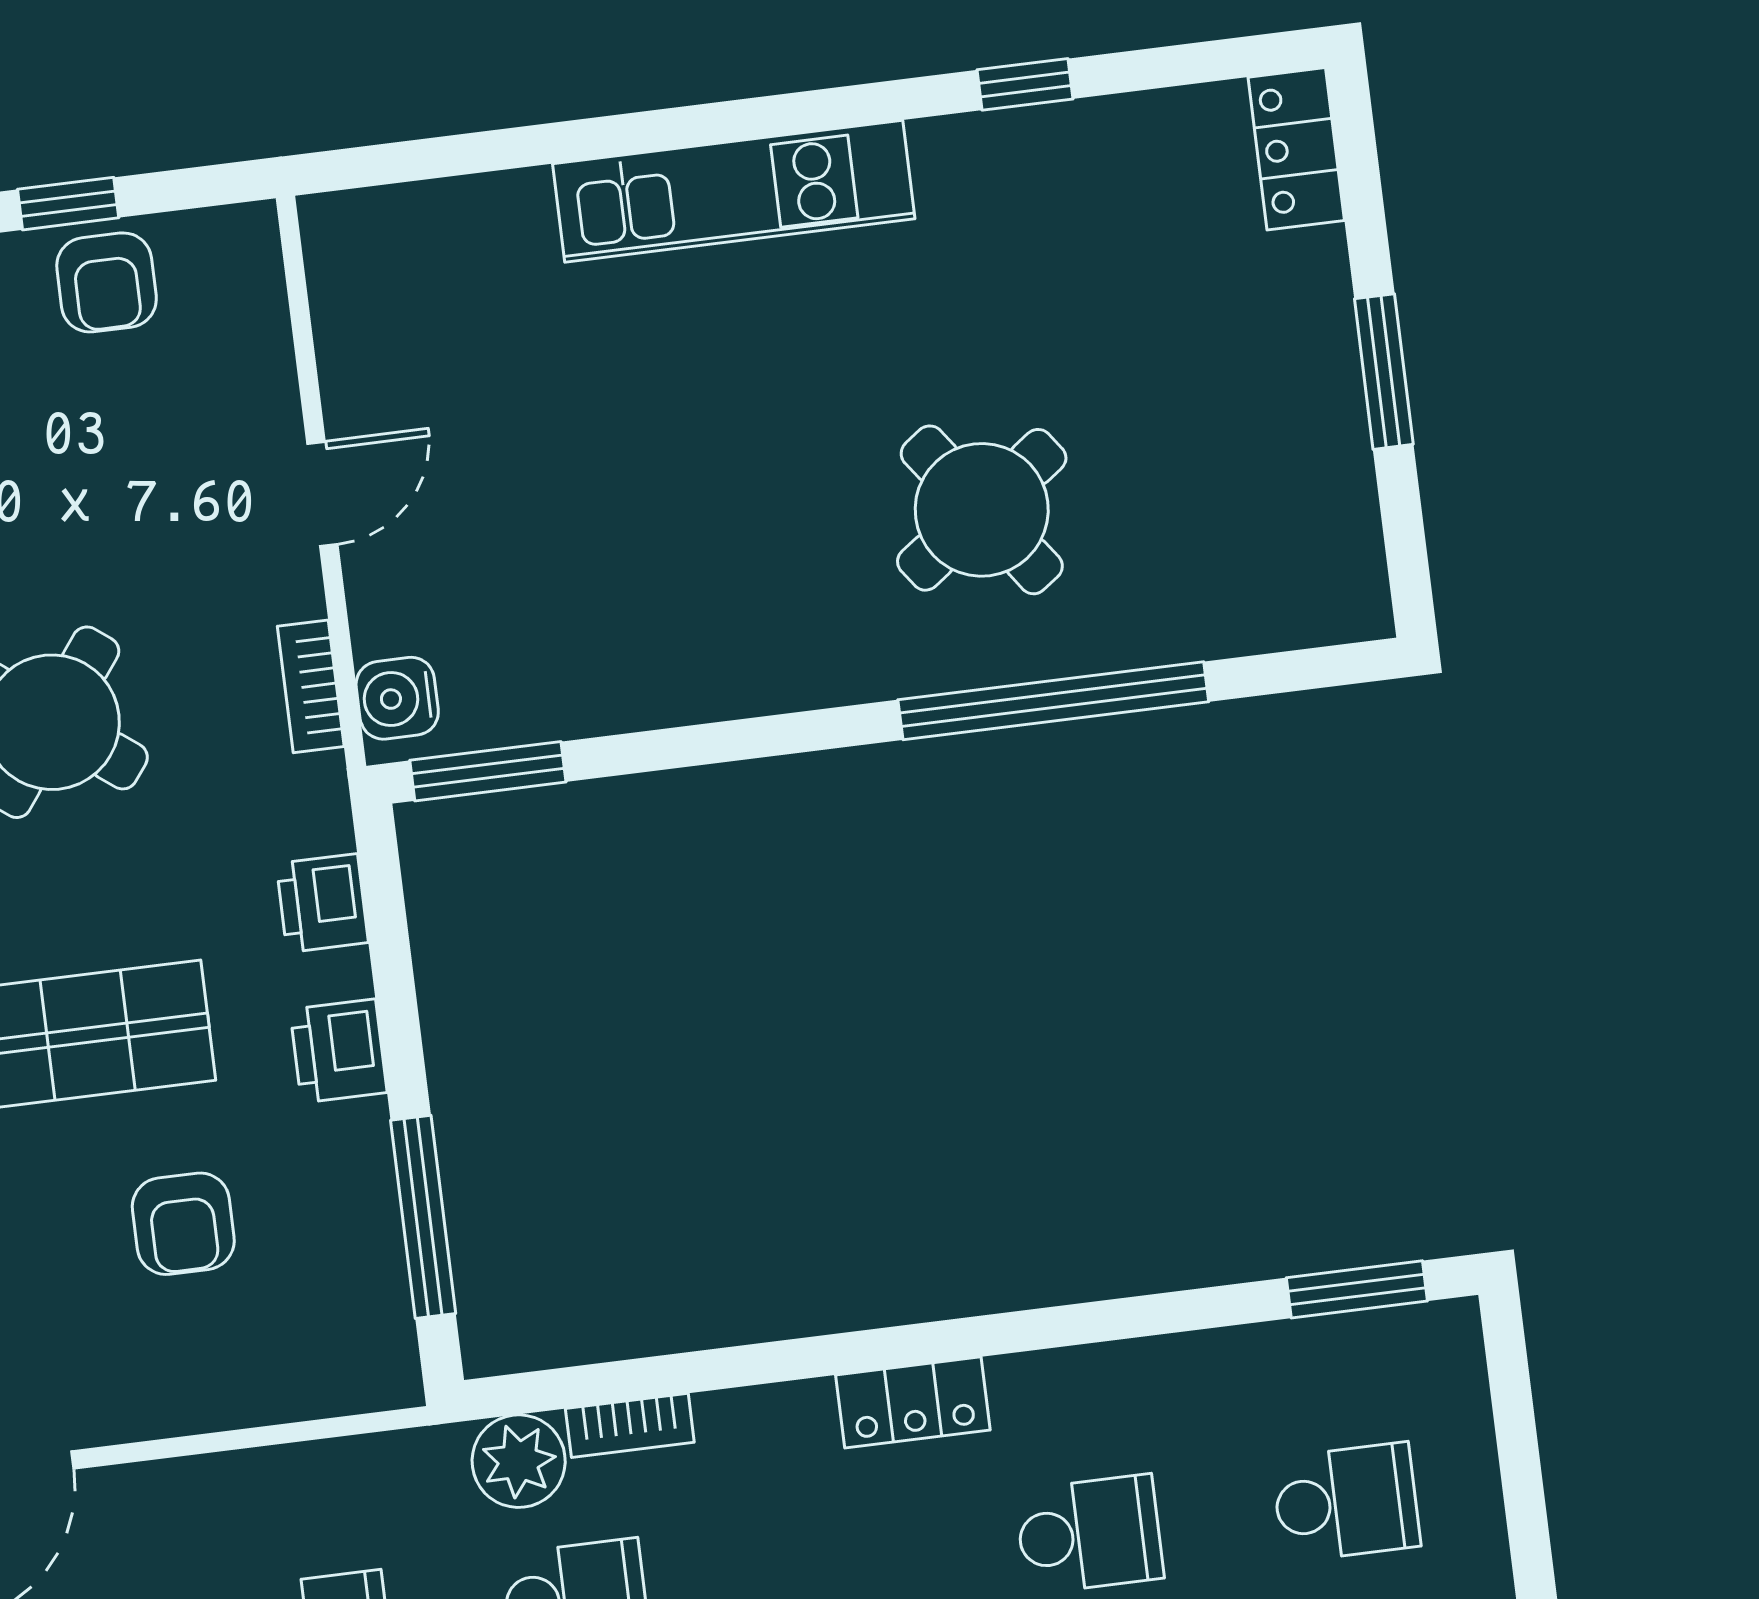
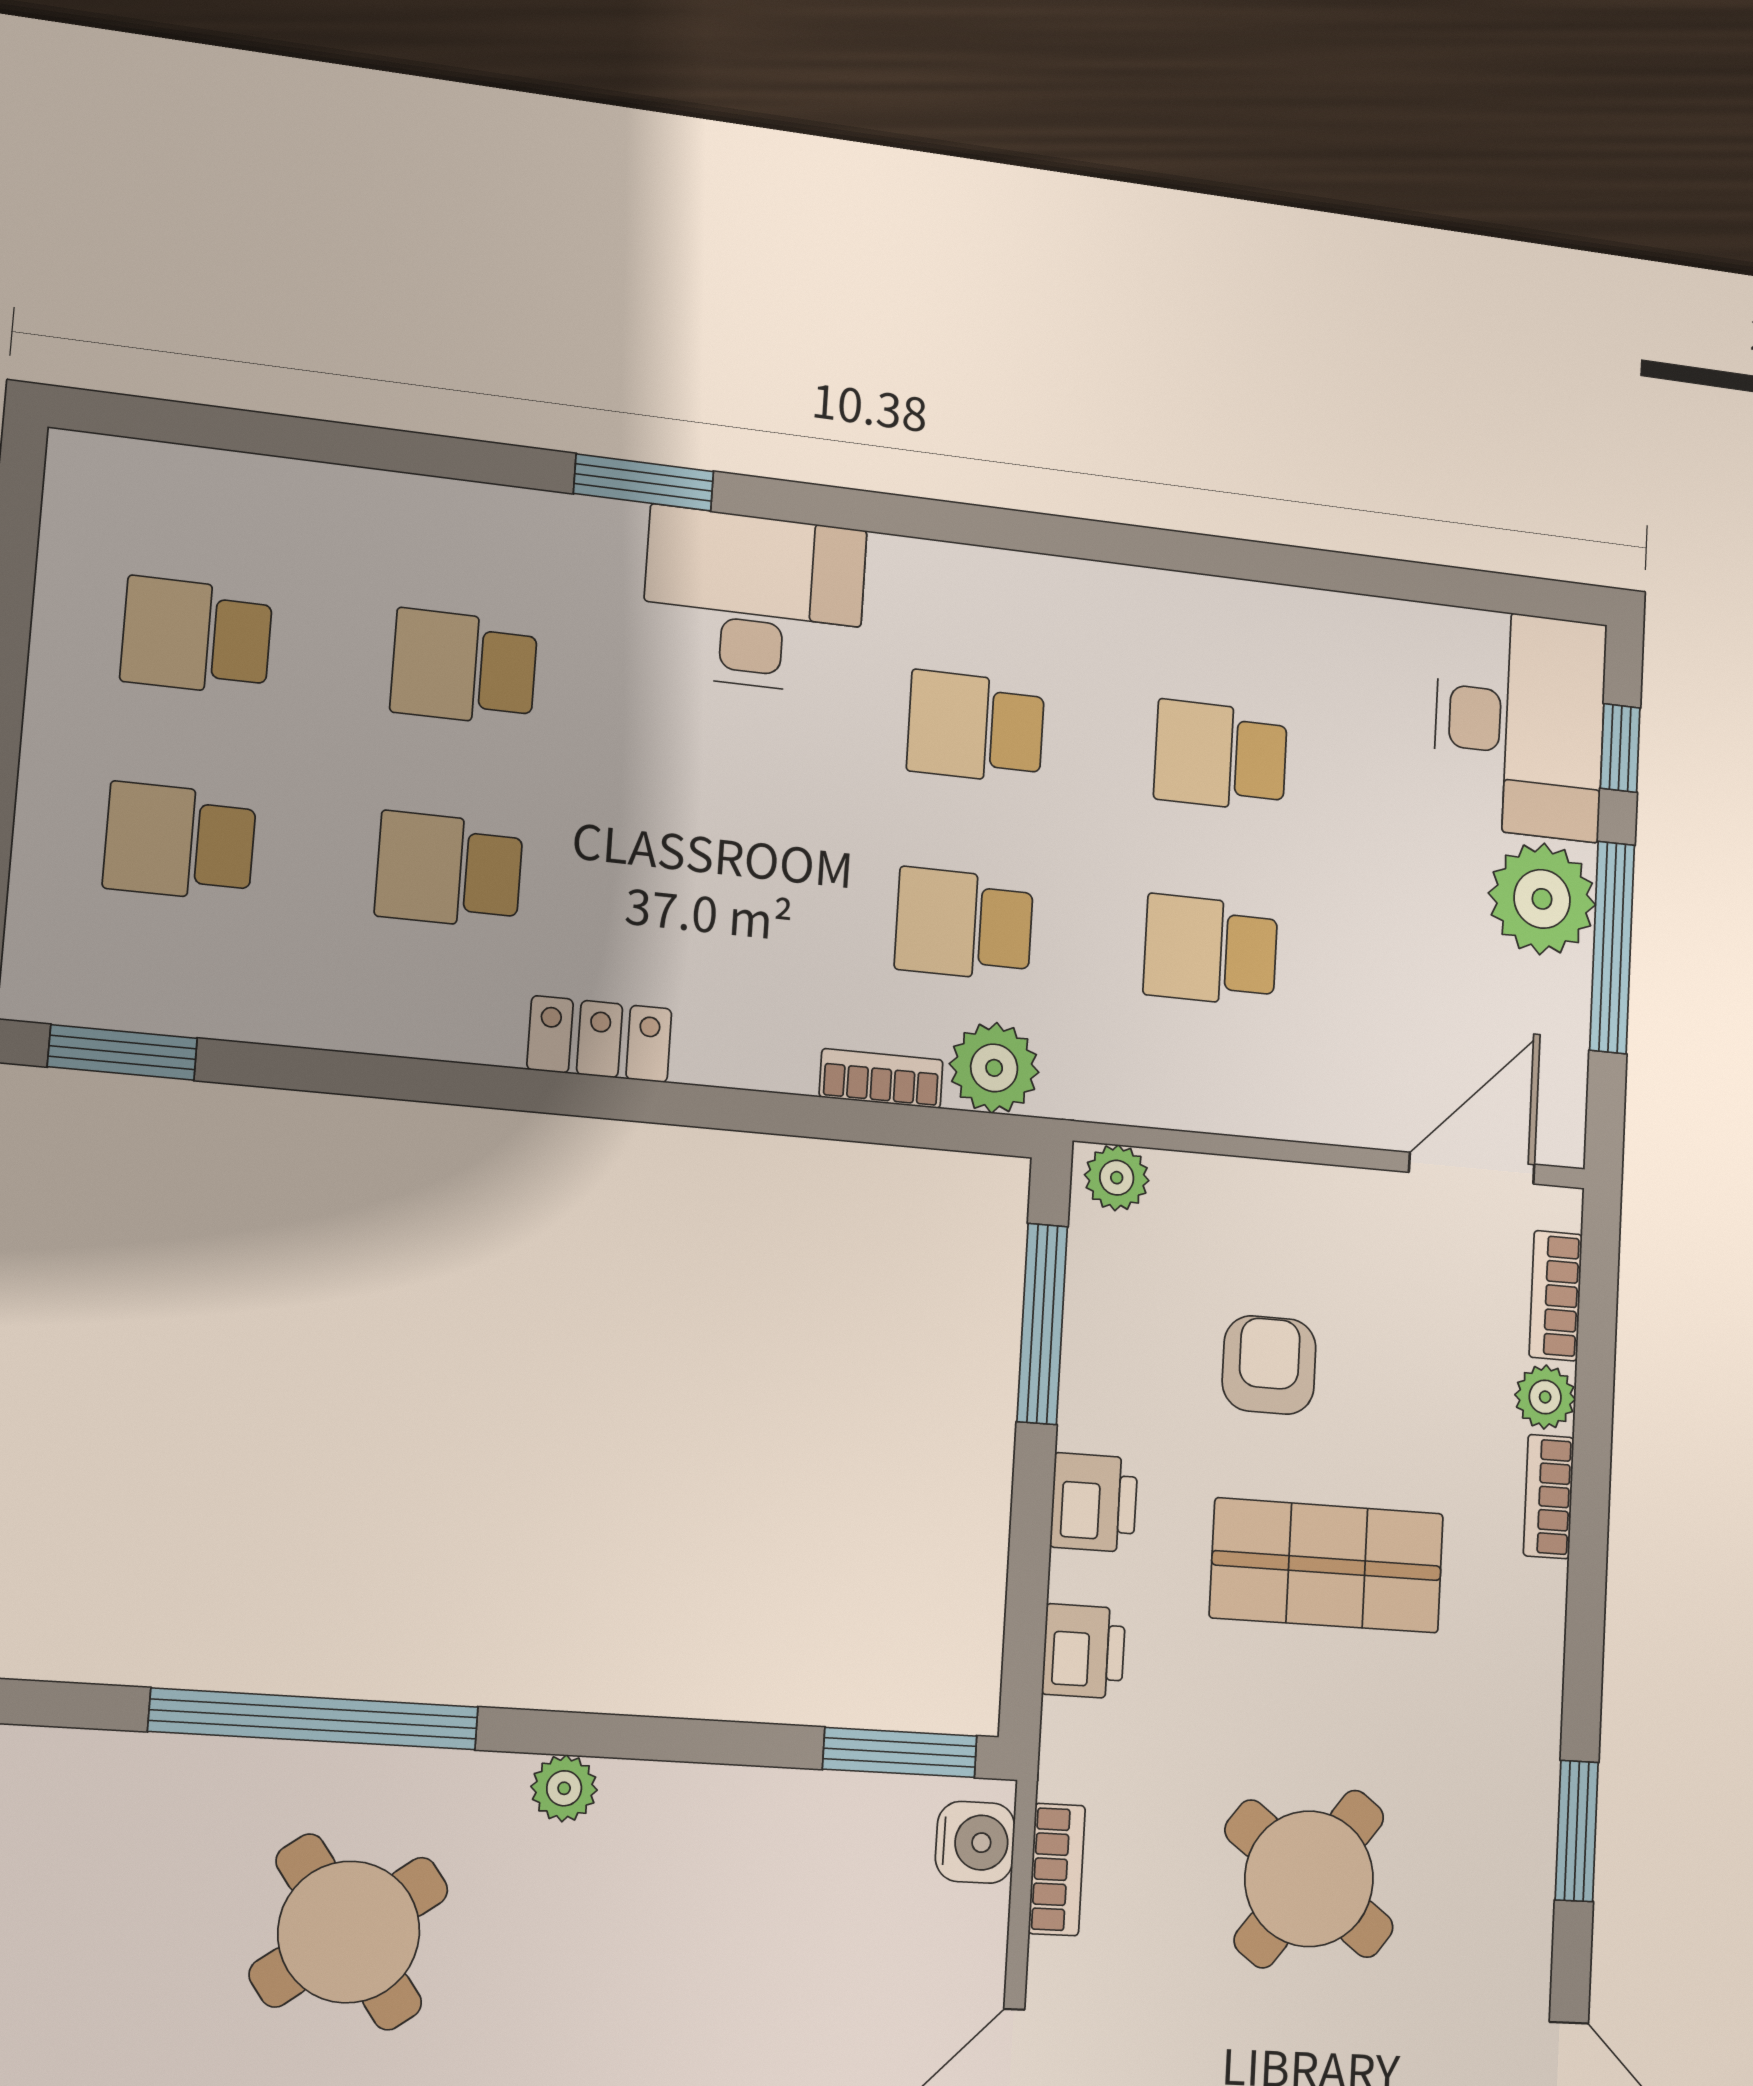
plant: (807, 679) -> (564, 1788), added
plant: (374, 1379) -> (1117, 1178), added

